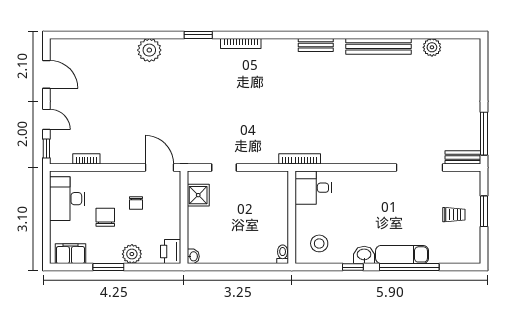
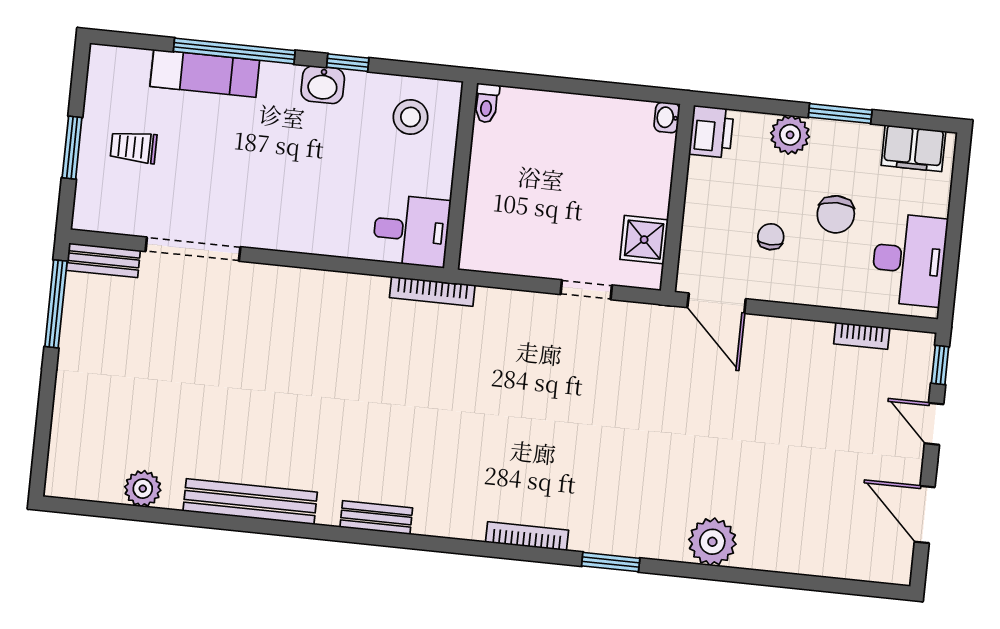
exam couch: (402, 254) -> (205, 73), moved

